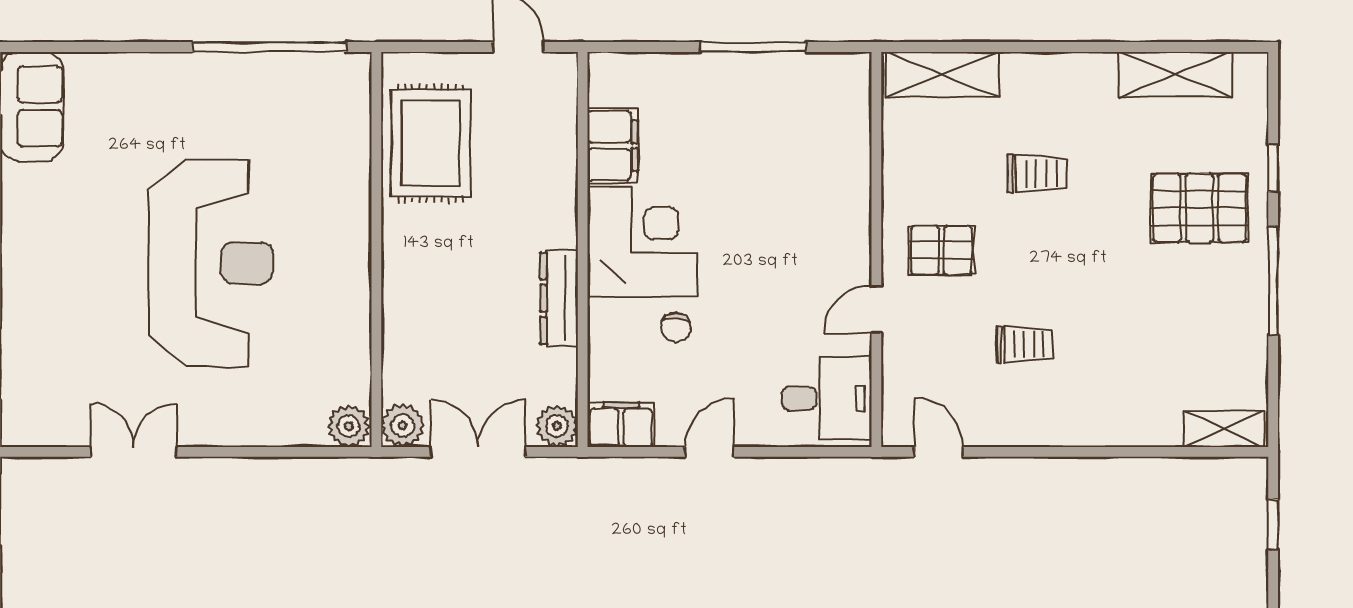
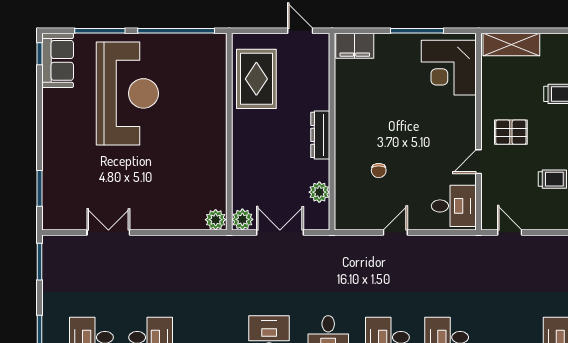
window: (117, 47) -> (100, 31), added
filing cabinet: (613, 146) -> (355, 46), moved, turned 90
corner desk: (642, 242) -> (449, 68), moved, turned 180
reception desk: (211, 263) -> (127, 93), moved
dresser: (559, 298) -> (320, 135), moved
filing cabinet: (621, 425) -> (351, 219), removed
plant: (557, 426) -> (319, 192), moved

